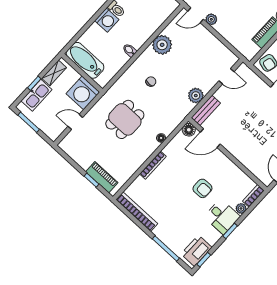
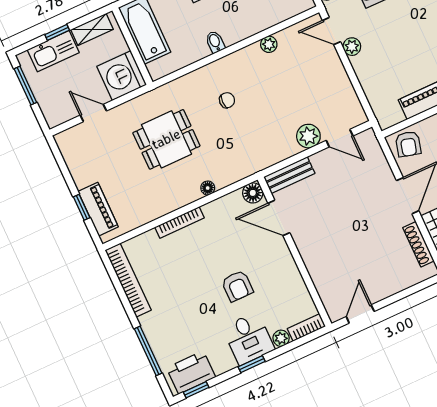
plant: (162, 45) -> (269, 44), width x0.53, depth x0.53
plant: (196, 96) -> (308, 136), moved

